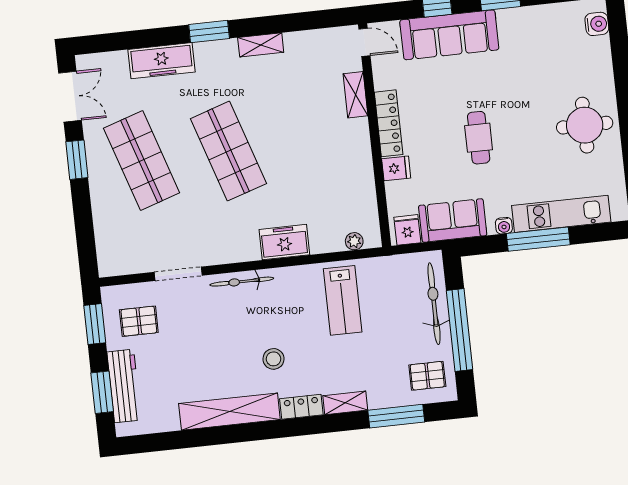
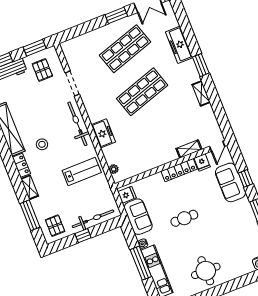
sofa: (449, 35) -> (230, 182), width x0.73
fridge: (396, 168) -> (202, 162), moved
bicycle: (242, 282) -> (77, 124), width x1.37, depth x1.40
lab bench: (343, 300) -> (82, 171), turned 180
window: (459, 330) -> (83, 236), width x0.32

